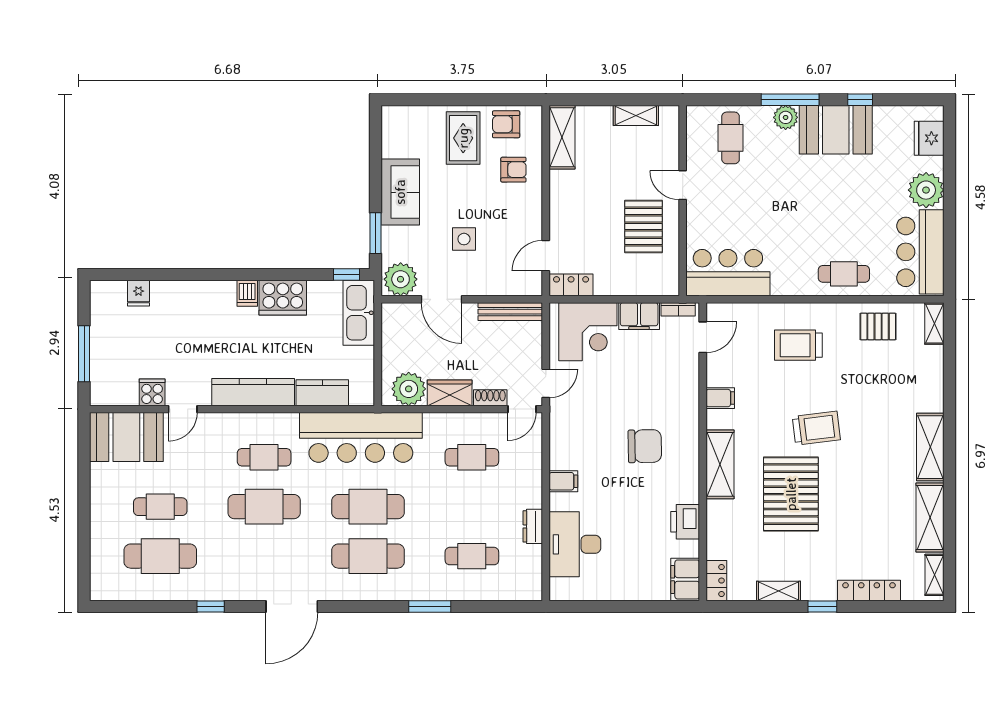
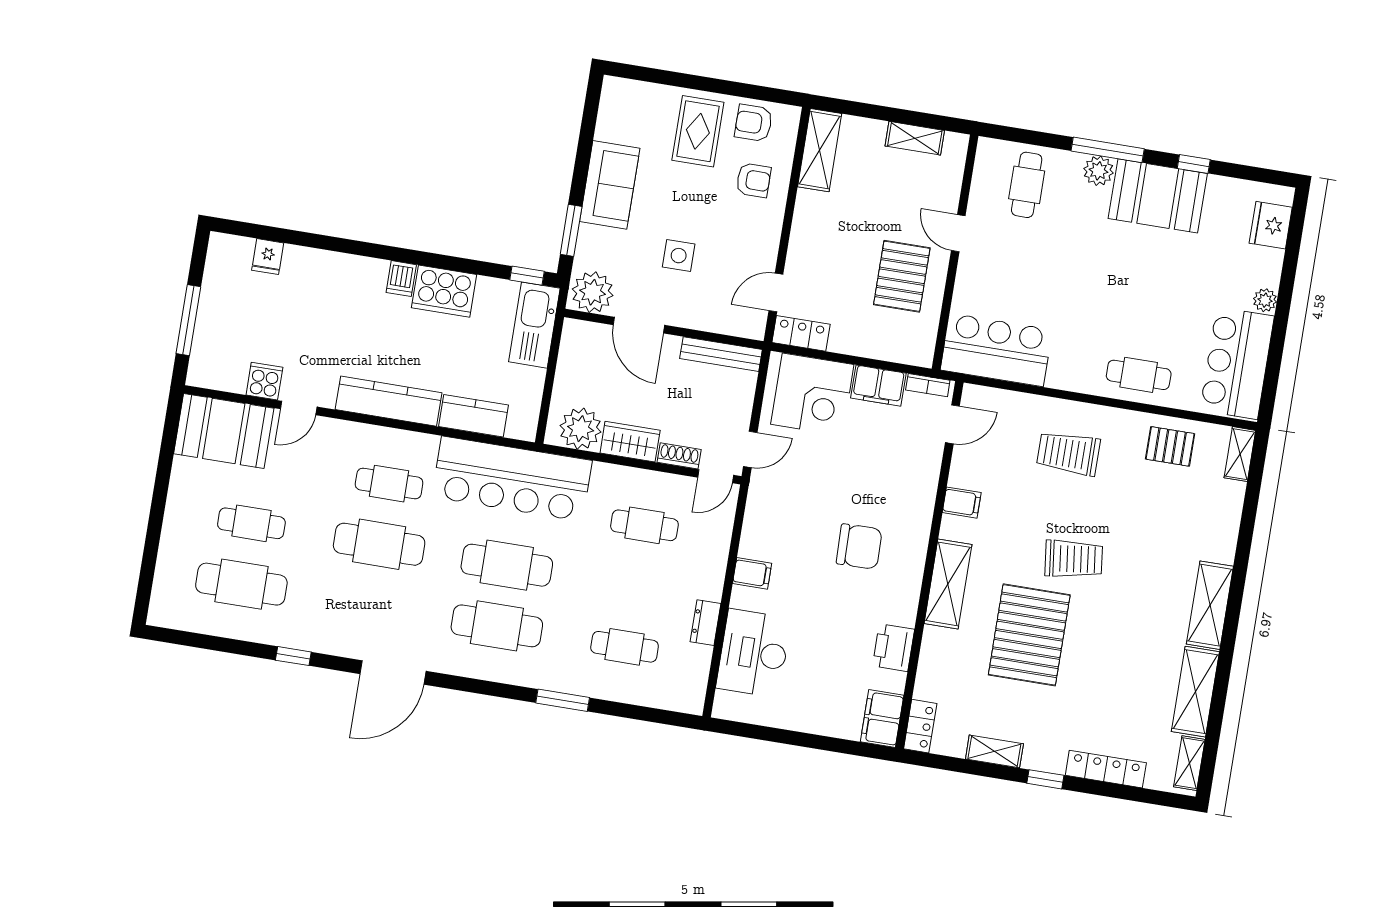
plant: (926, 190) -> (1265, 300), width x0.53, depth x0.53

